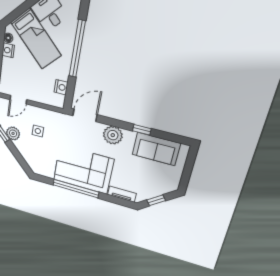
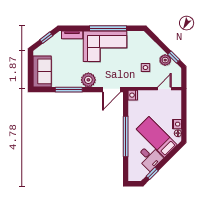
nightstand: (61, 87) -> (133, 95), moved
window: (142, 130) -> (69, 90), width x2.17
sofa: (156, 149) -> (42, 71), moved, turned 90

